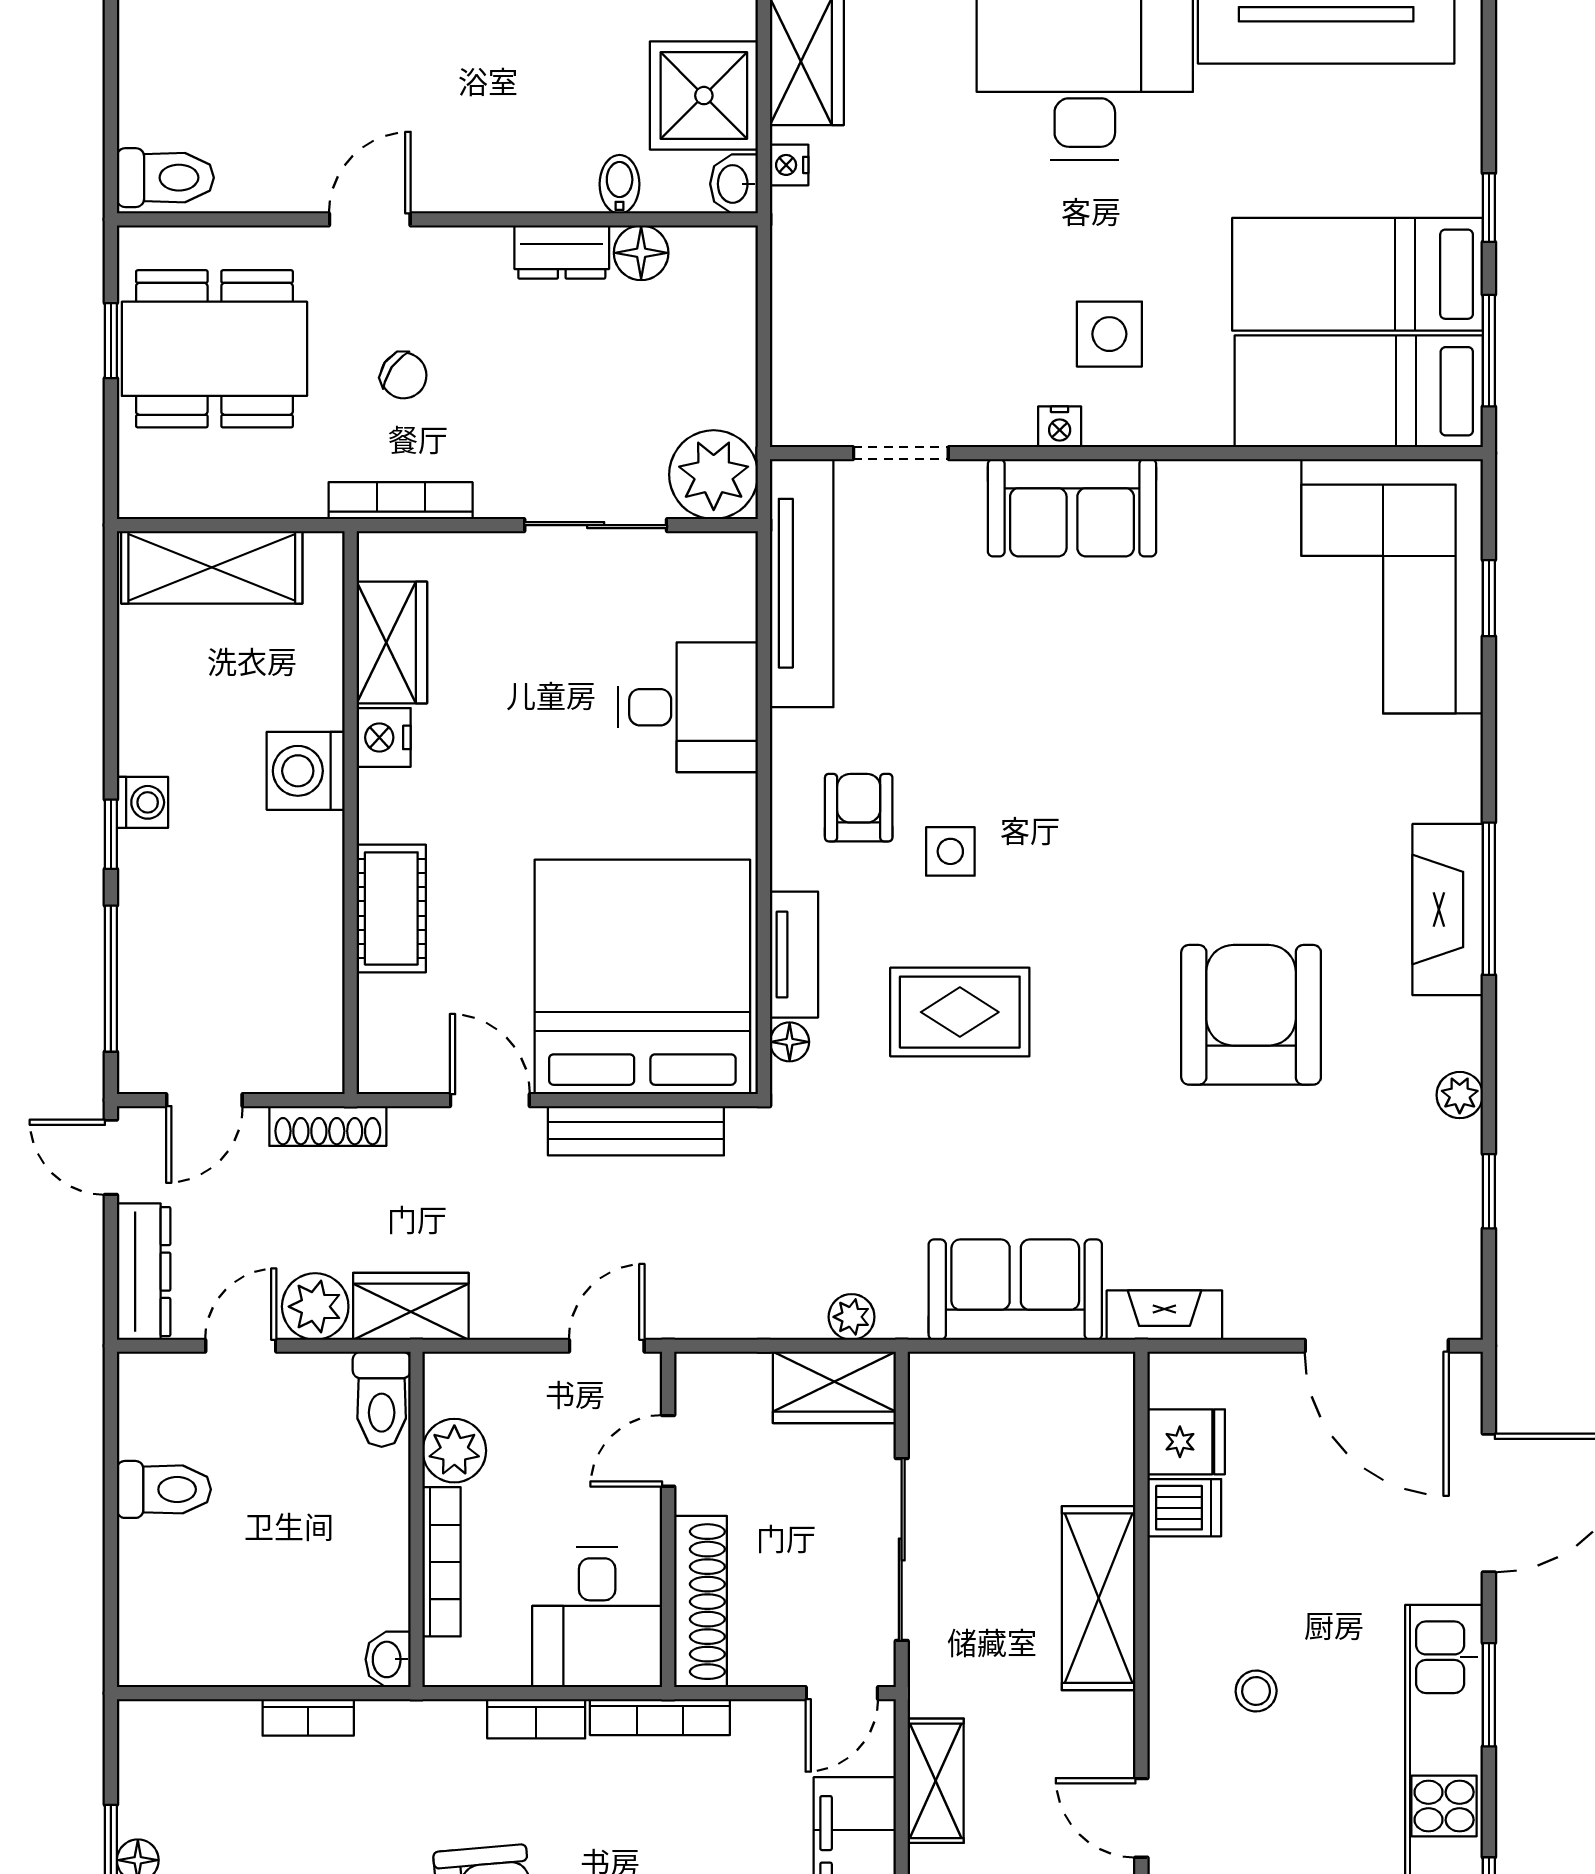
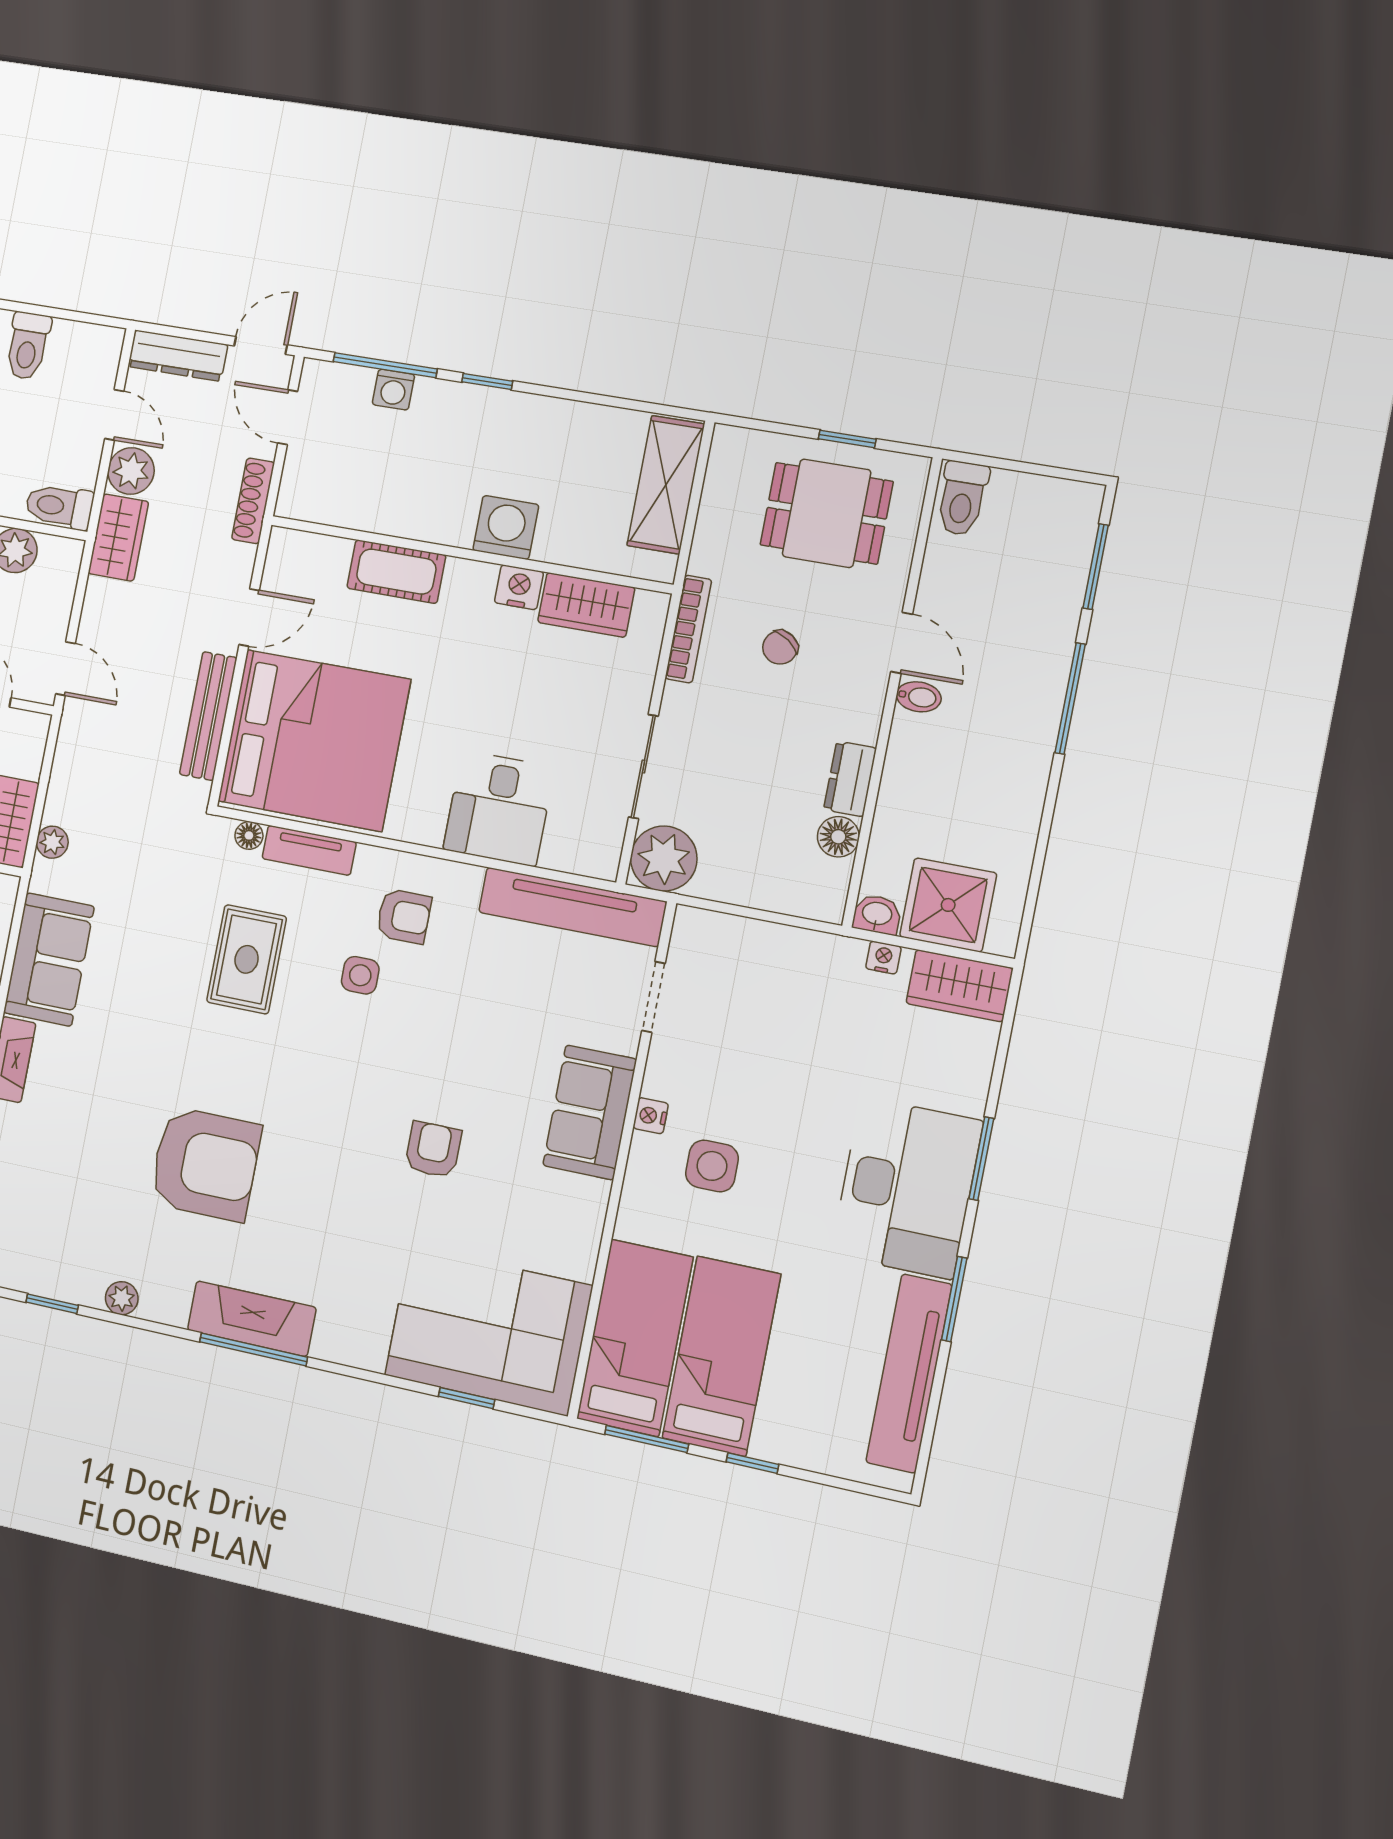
bidet: (620, 184) -> (919, 697), moved
dining table: (214, 349) -> (827, 513), width x0.73
armchair: (1166, 707) -> (433, 1150), added
washing machine: (143, 802) -> (393, 390), moved

